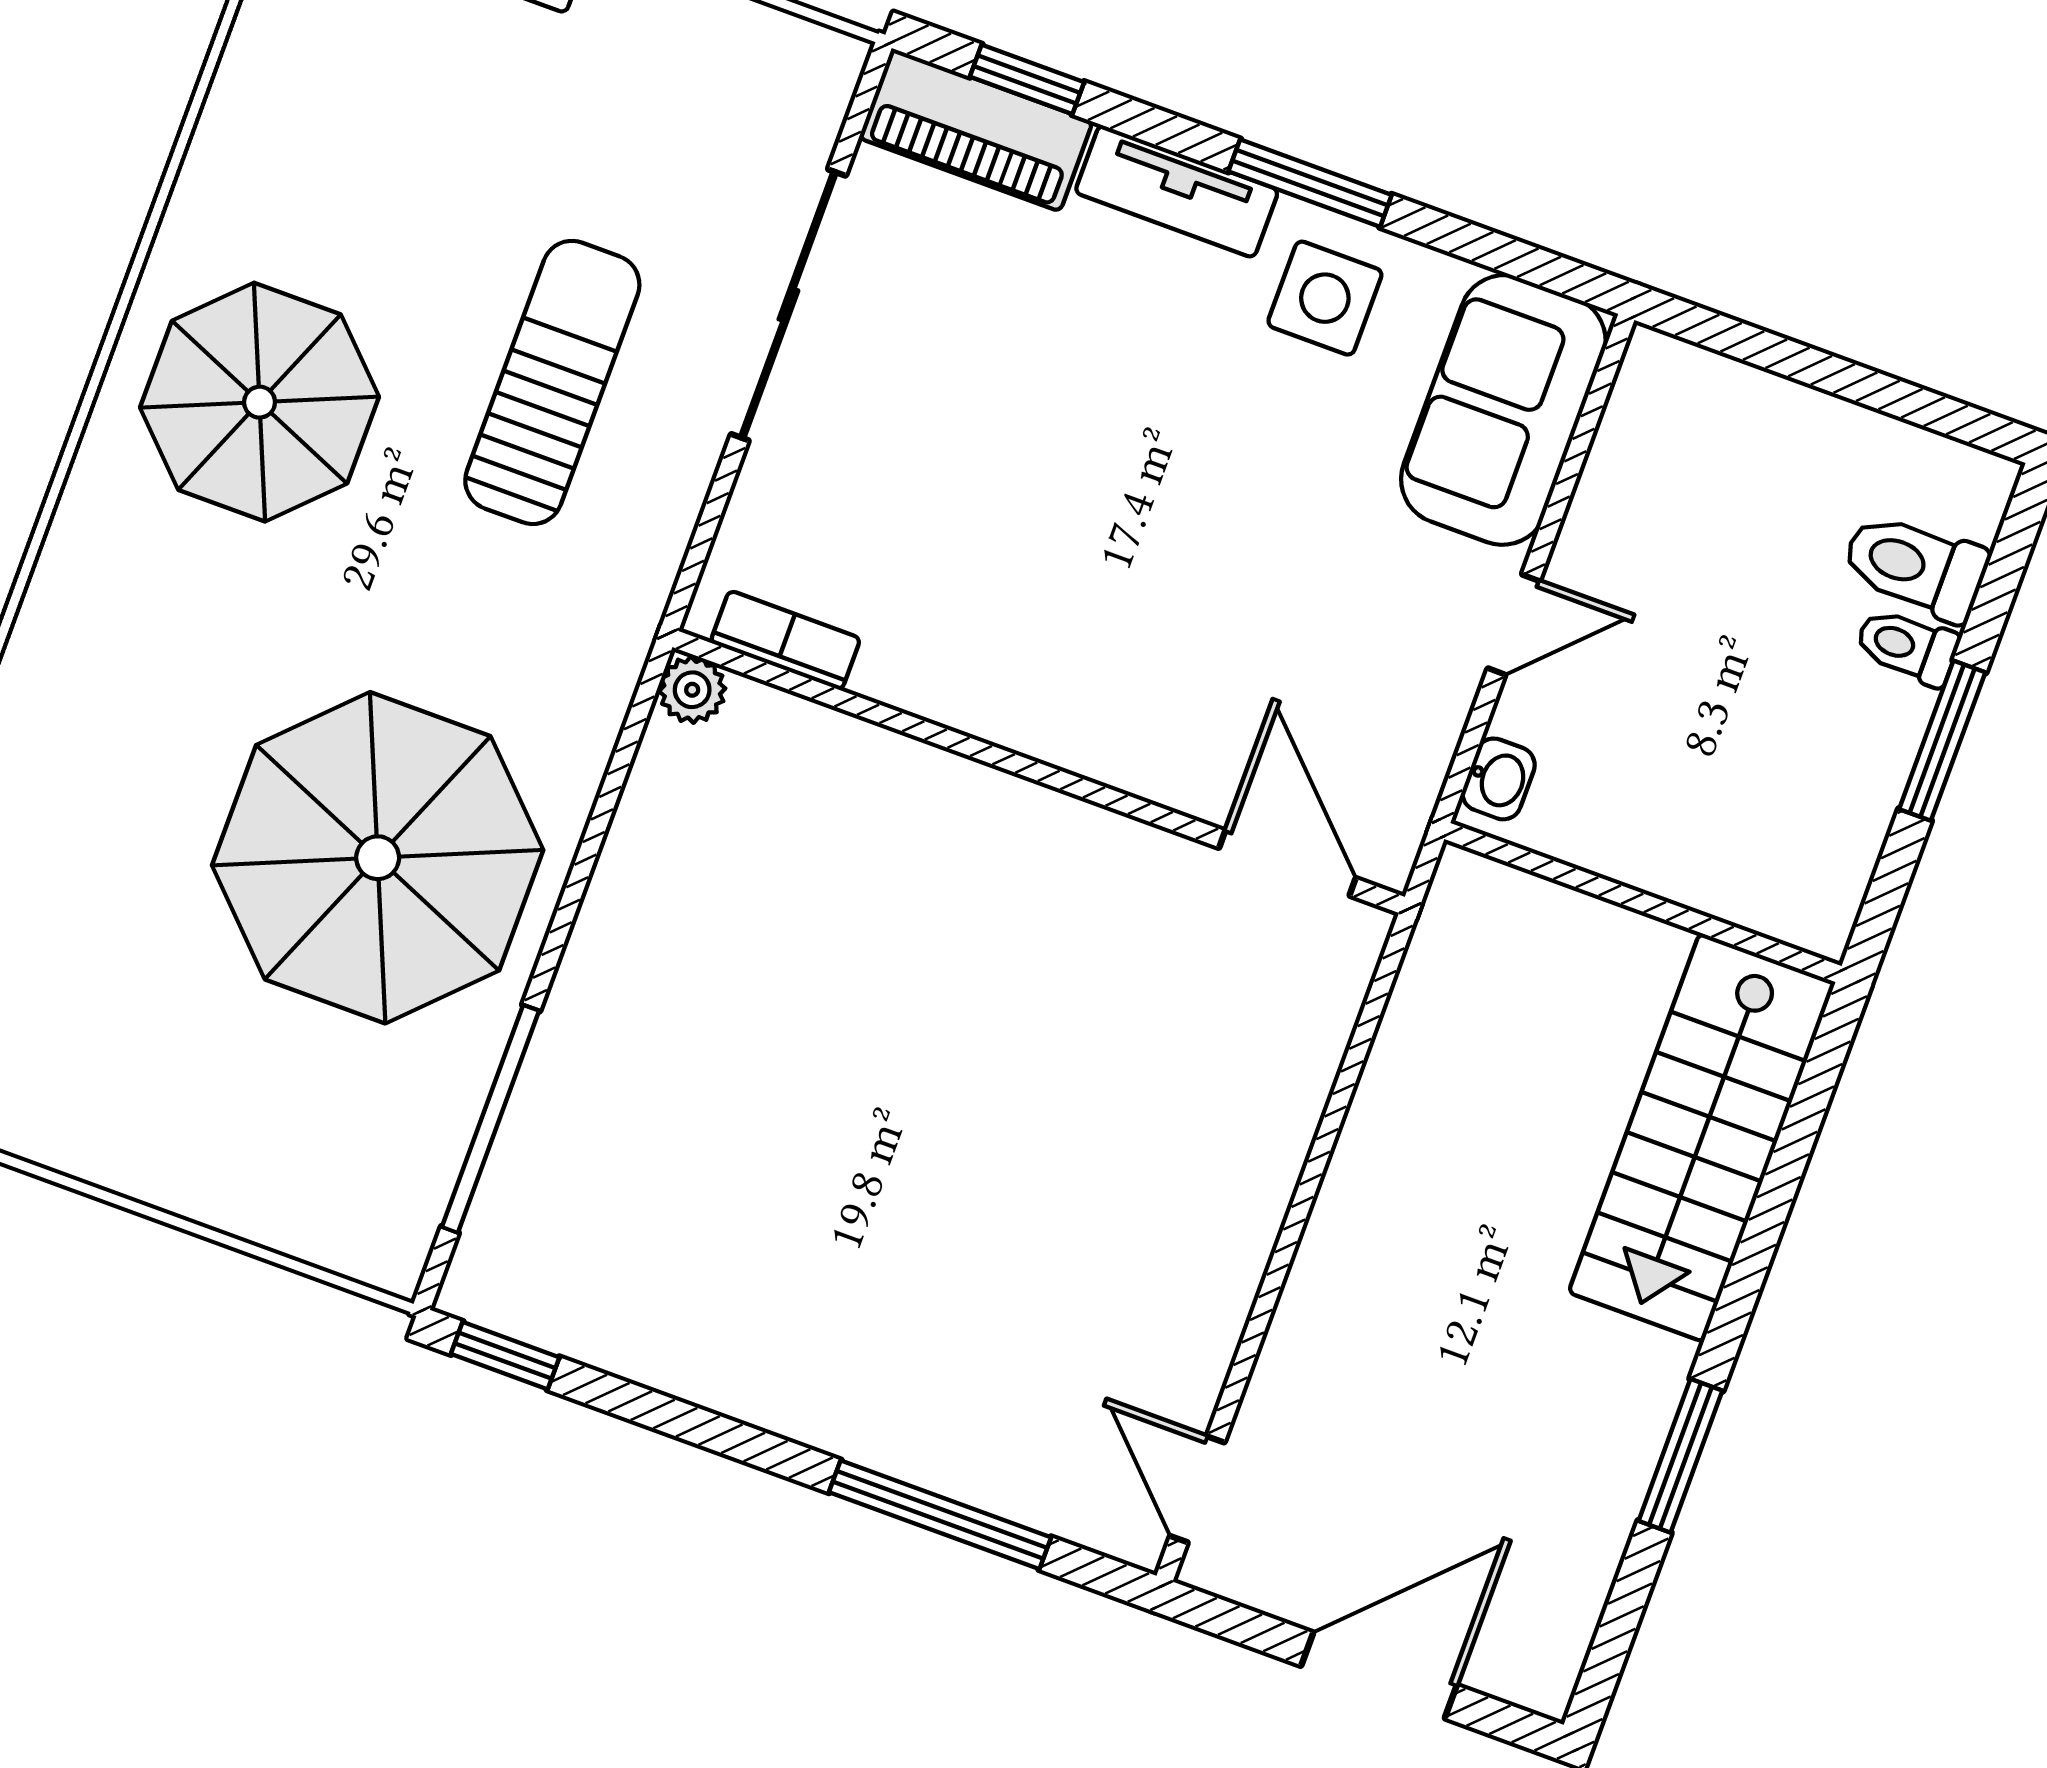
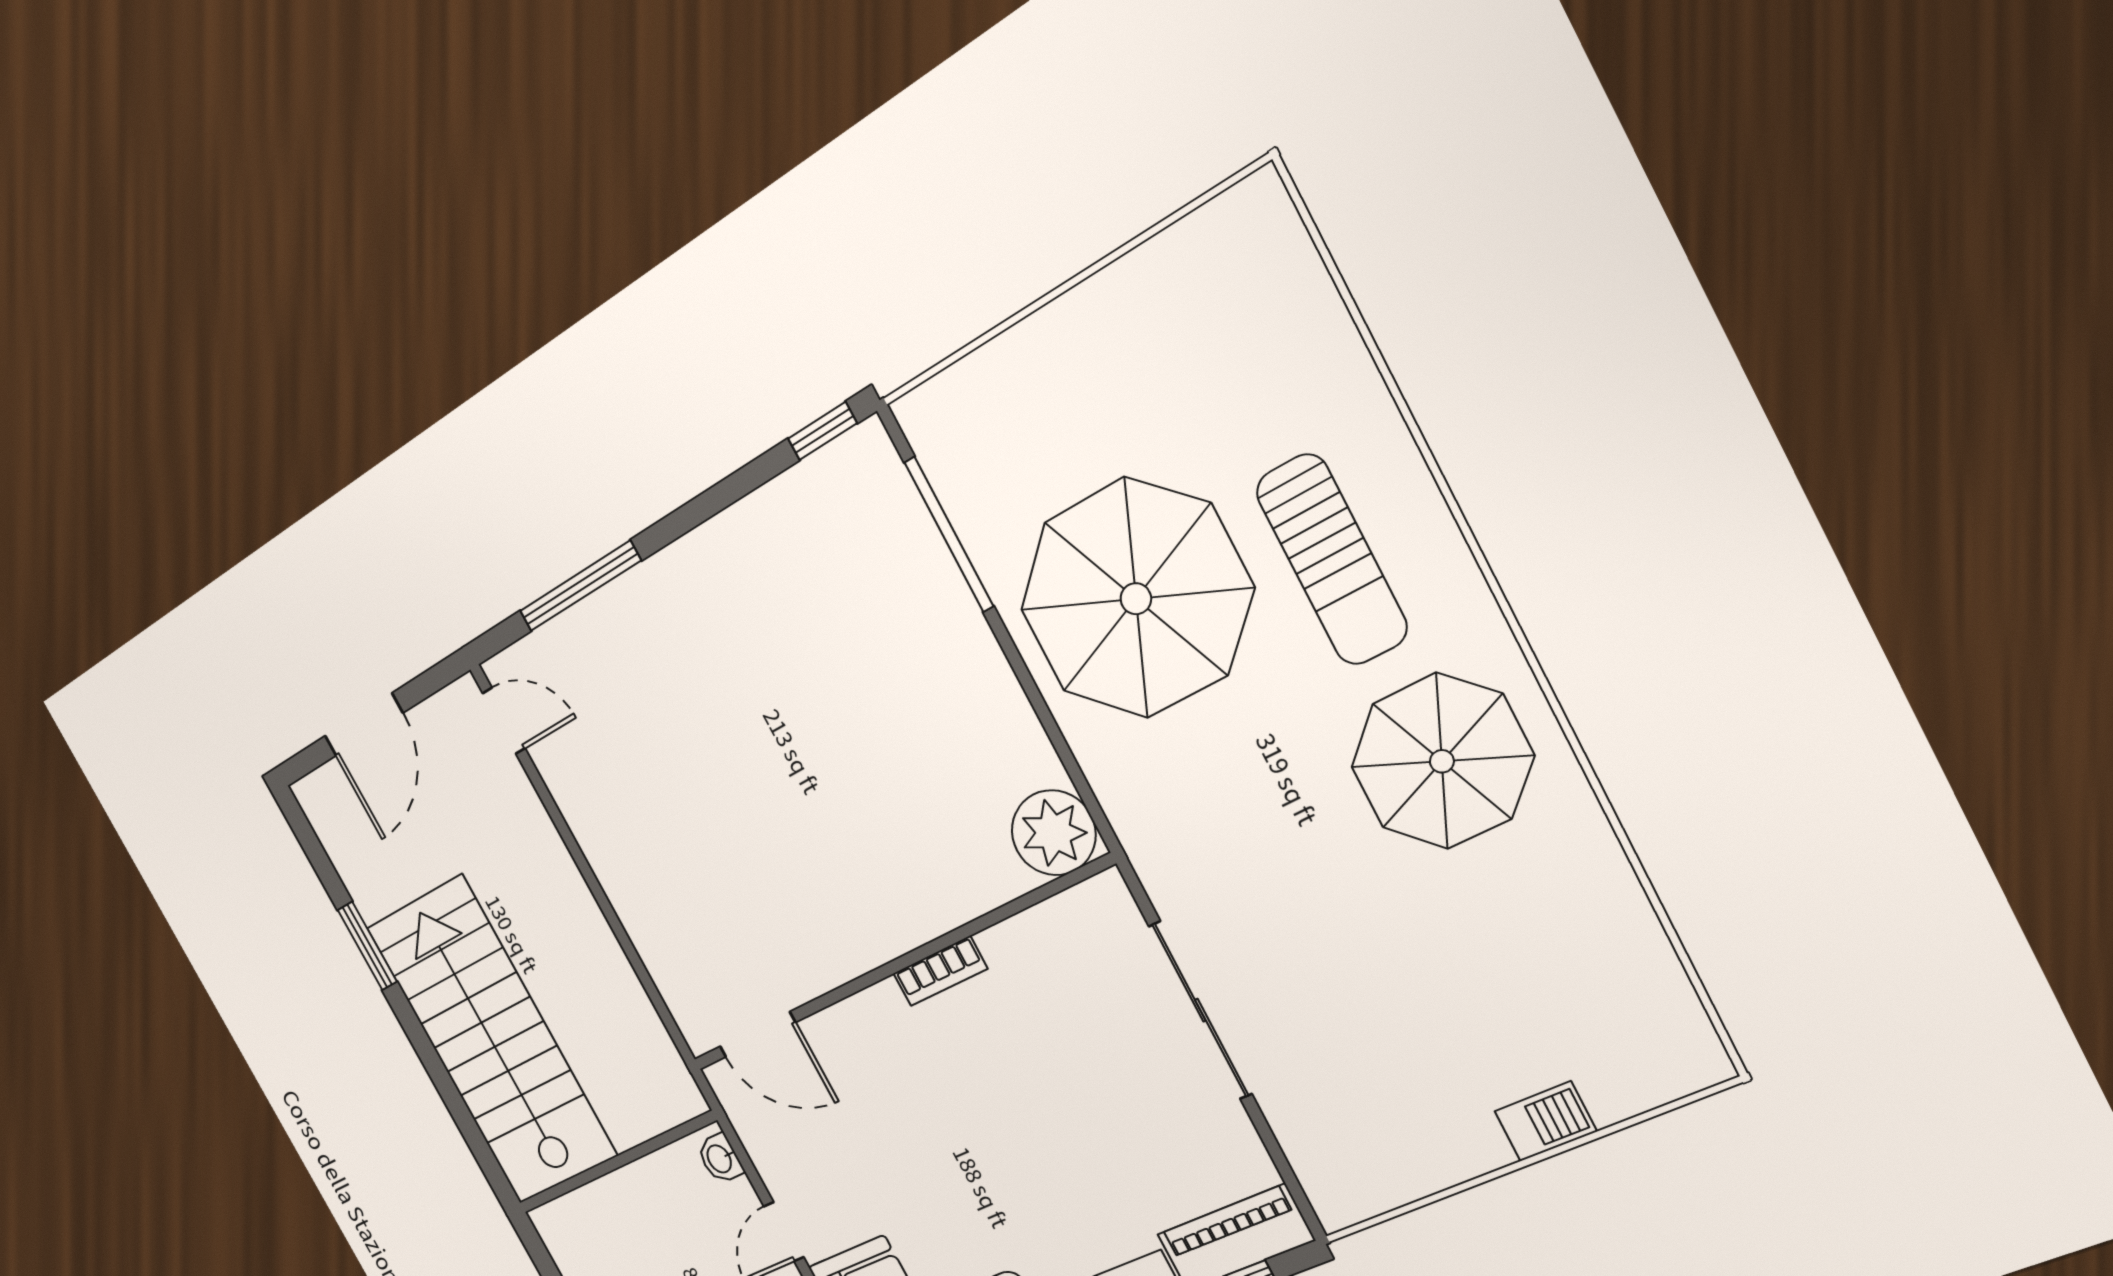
sliding door: (788, 305) -> (1200, 1010), moved
sun lounger: (552, 382) -> (1332, 560), moved
bookcase: (785, 640) -> (940, 971), moved
plant: (692, 690) -> (1054, 833), width x1.88, depth x1.88
stairs: (1702, 1137) -> (492, 1041), width x1.36, depth x1.51

